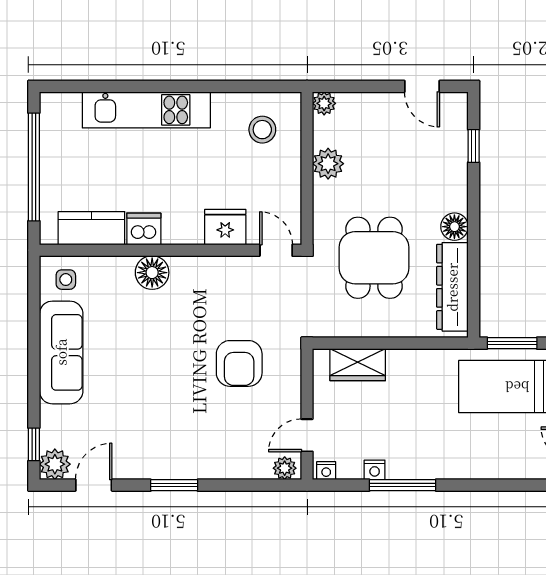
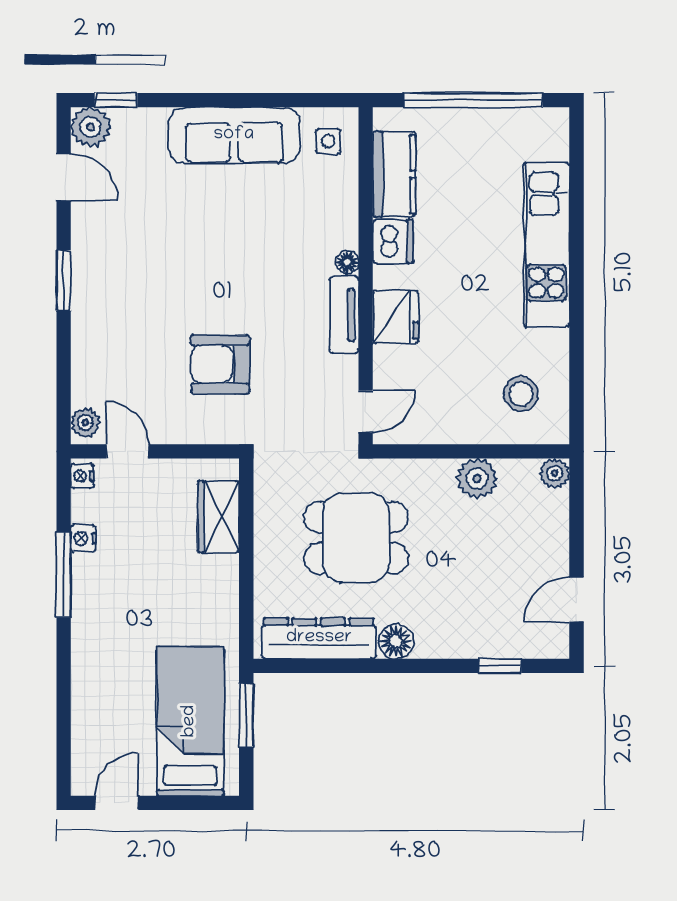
fridge: (225, 227) -> (396, 317), moved
tv unit: (201, 267) -> (344, 315), added
floor lamp: (152, 273) -> (347, 262), width x0.53, depth x0.53

